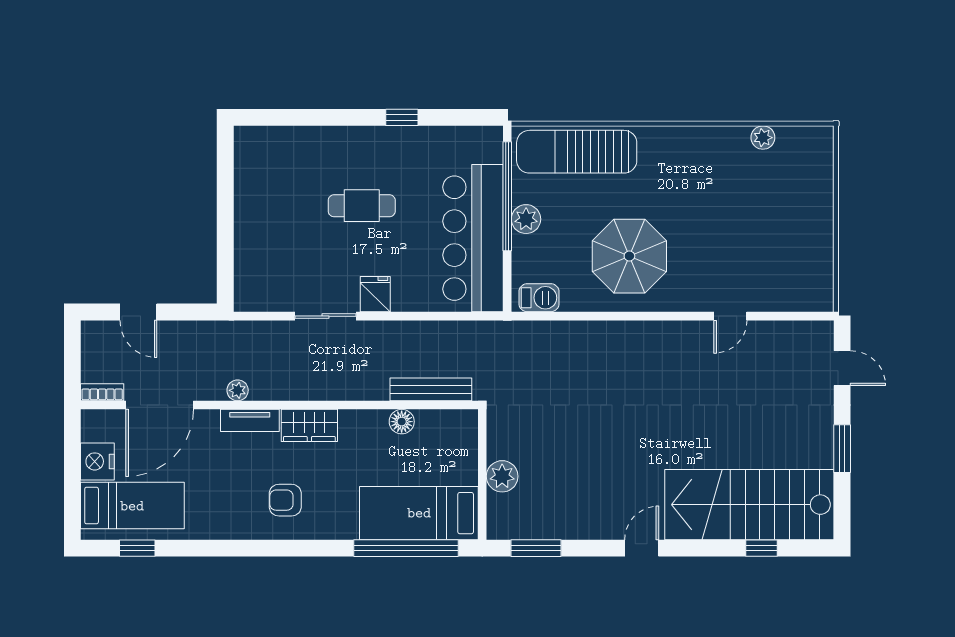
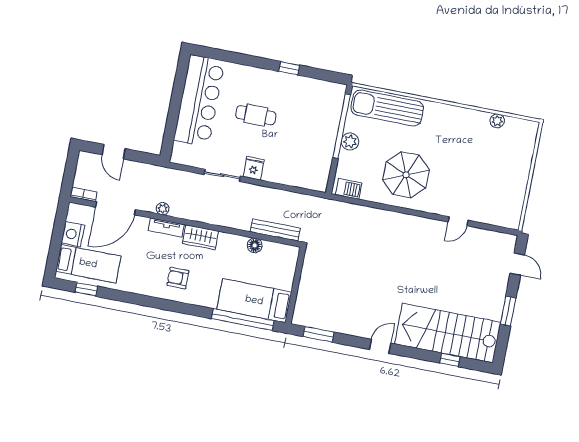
bar counter: (473, 238) -> (199, 101), moved, turned 180
plant: (502, 476) -> (307, 289), removed

